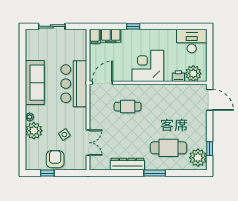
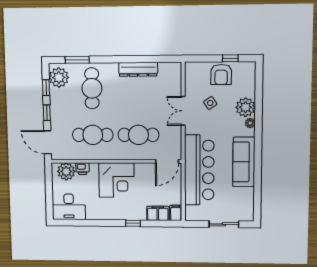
bar counter: (74, 84) -> (199, 170), width x1.36
cafe table: (128, 107) -> (138, 135), width x1.37, depth x1.35
cafe table: (169, 107) -> (93, 135), added
window: (210, 126) -> (47, 113), added
double door: (88, 143) -> (183, 111), moved
cafe table: (169, 148) -> (92, 88), turned 90
window: (155, 173) -> (77, 60), moved

